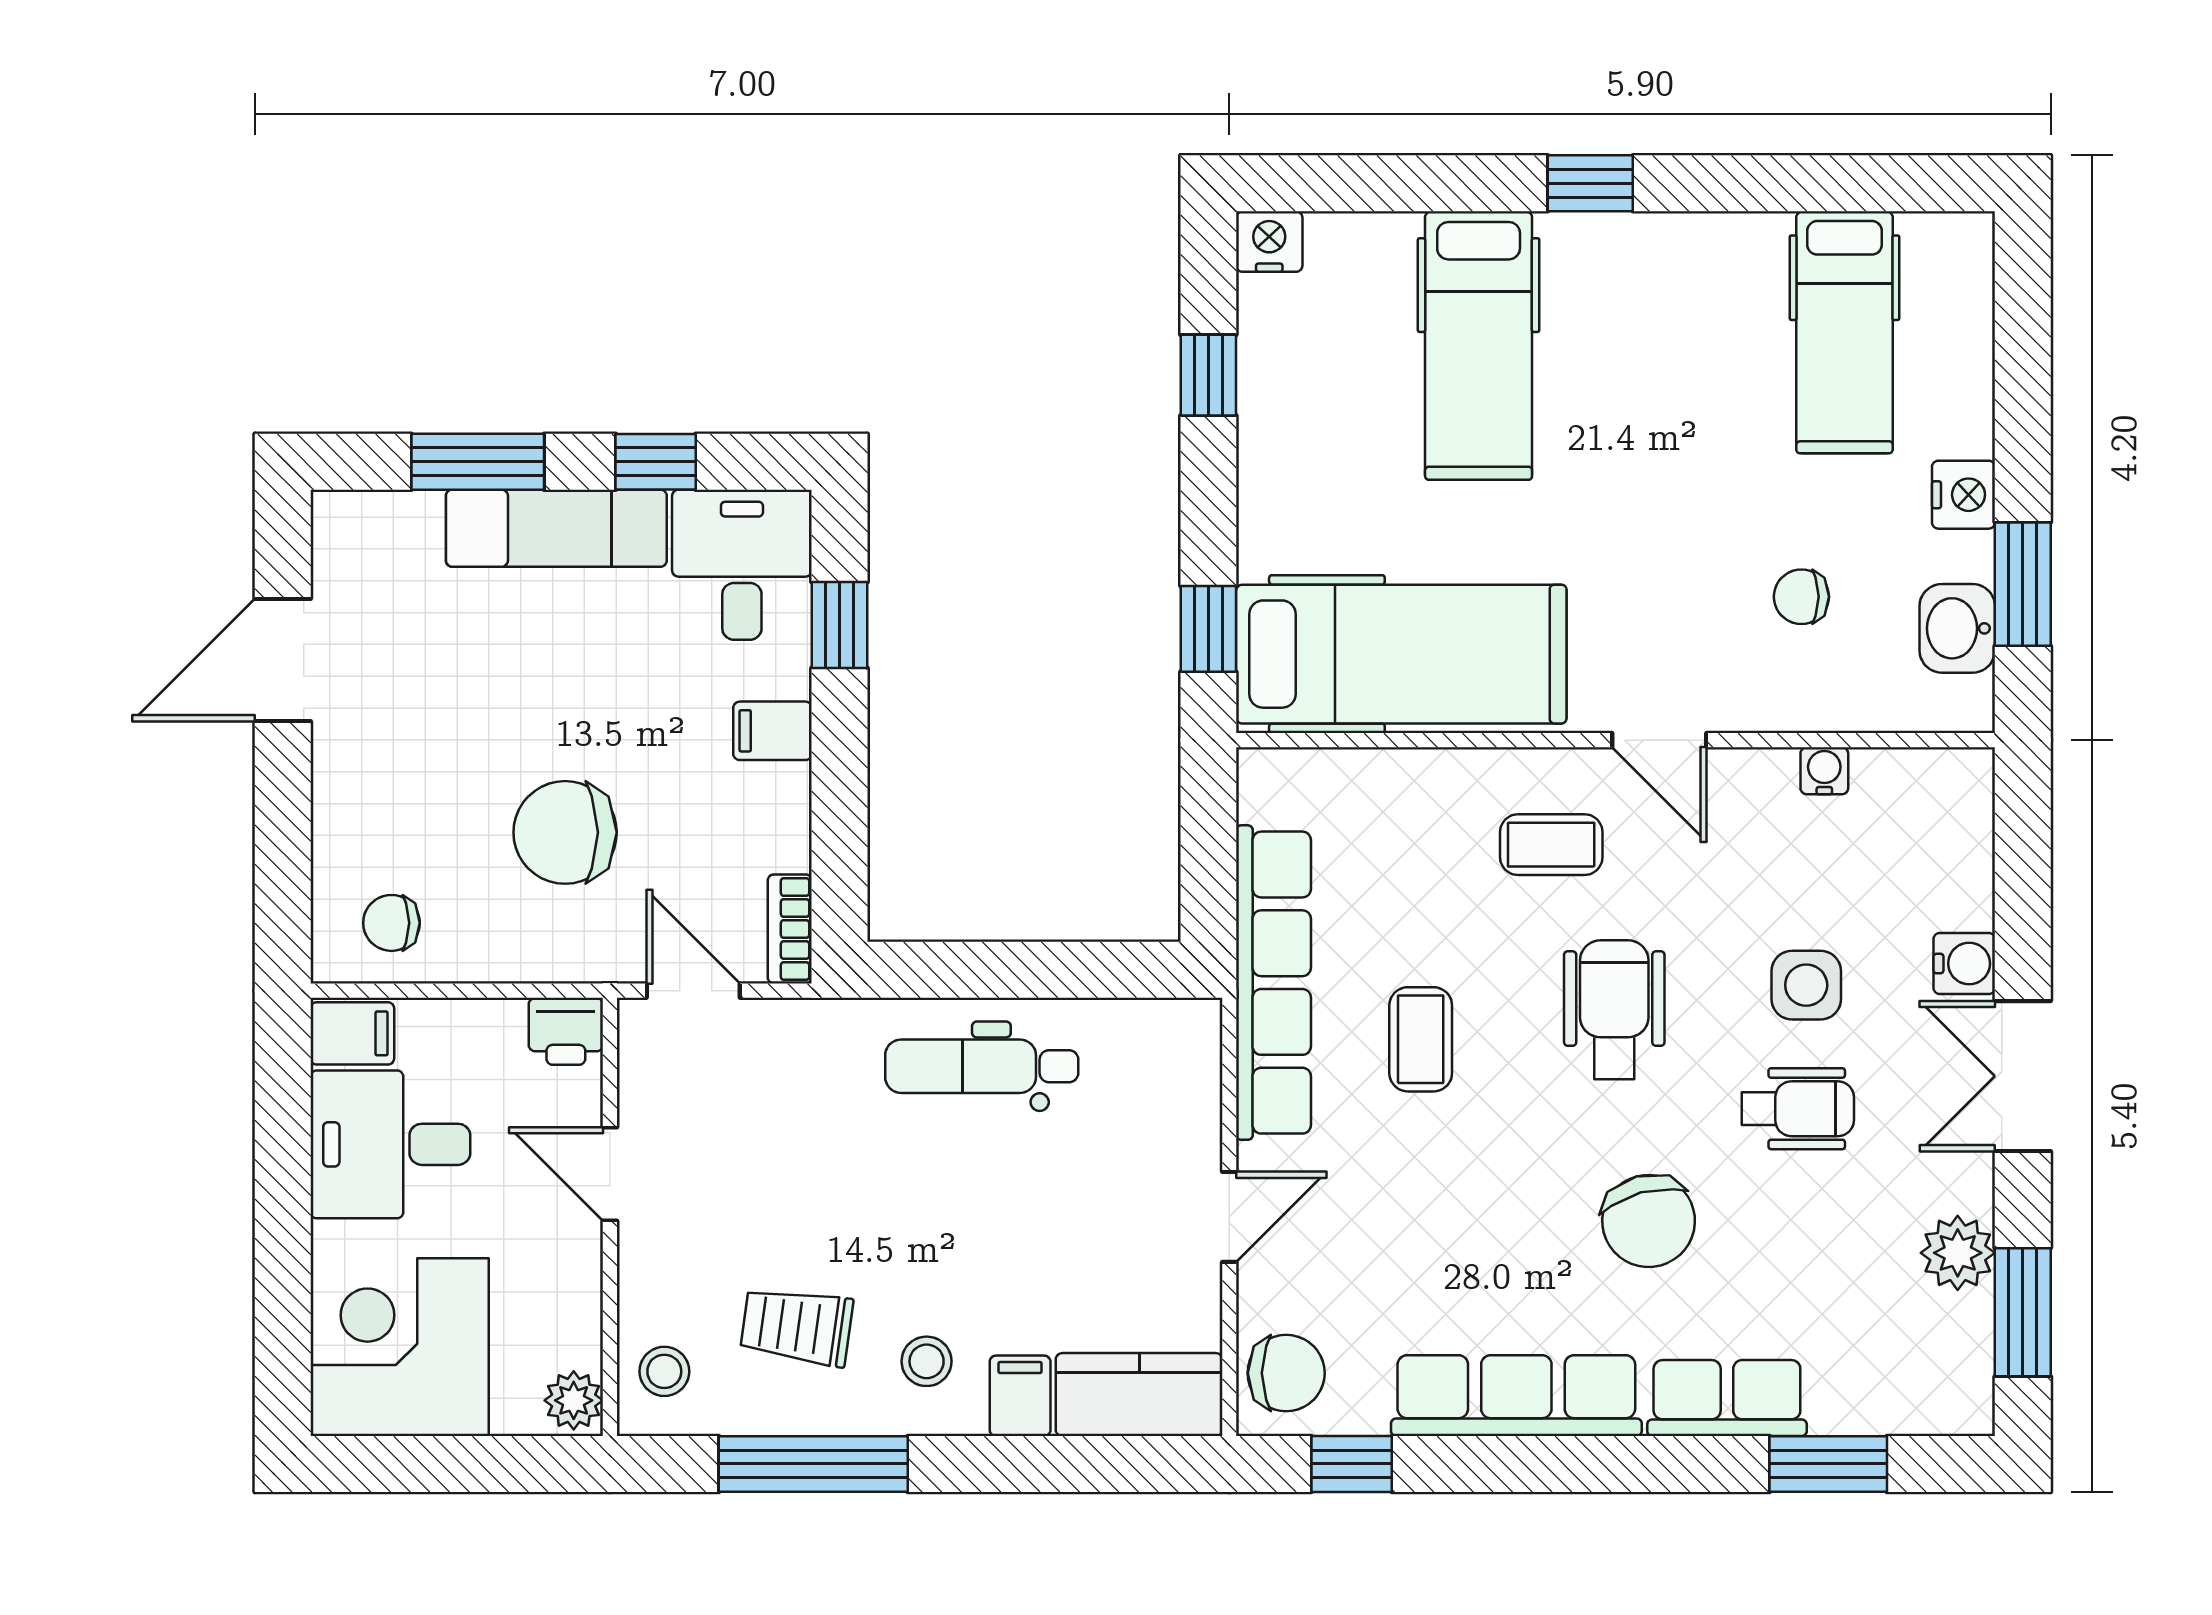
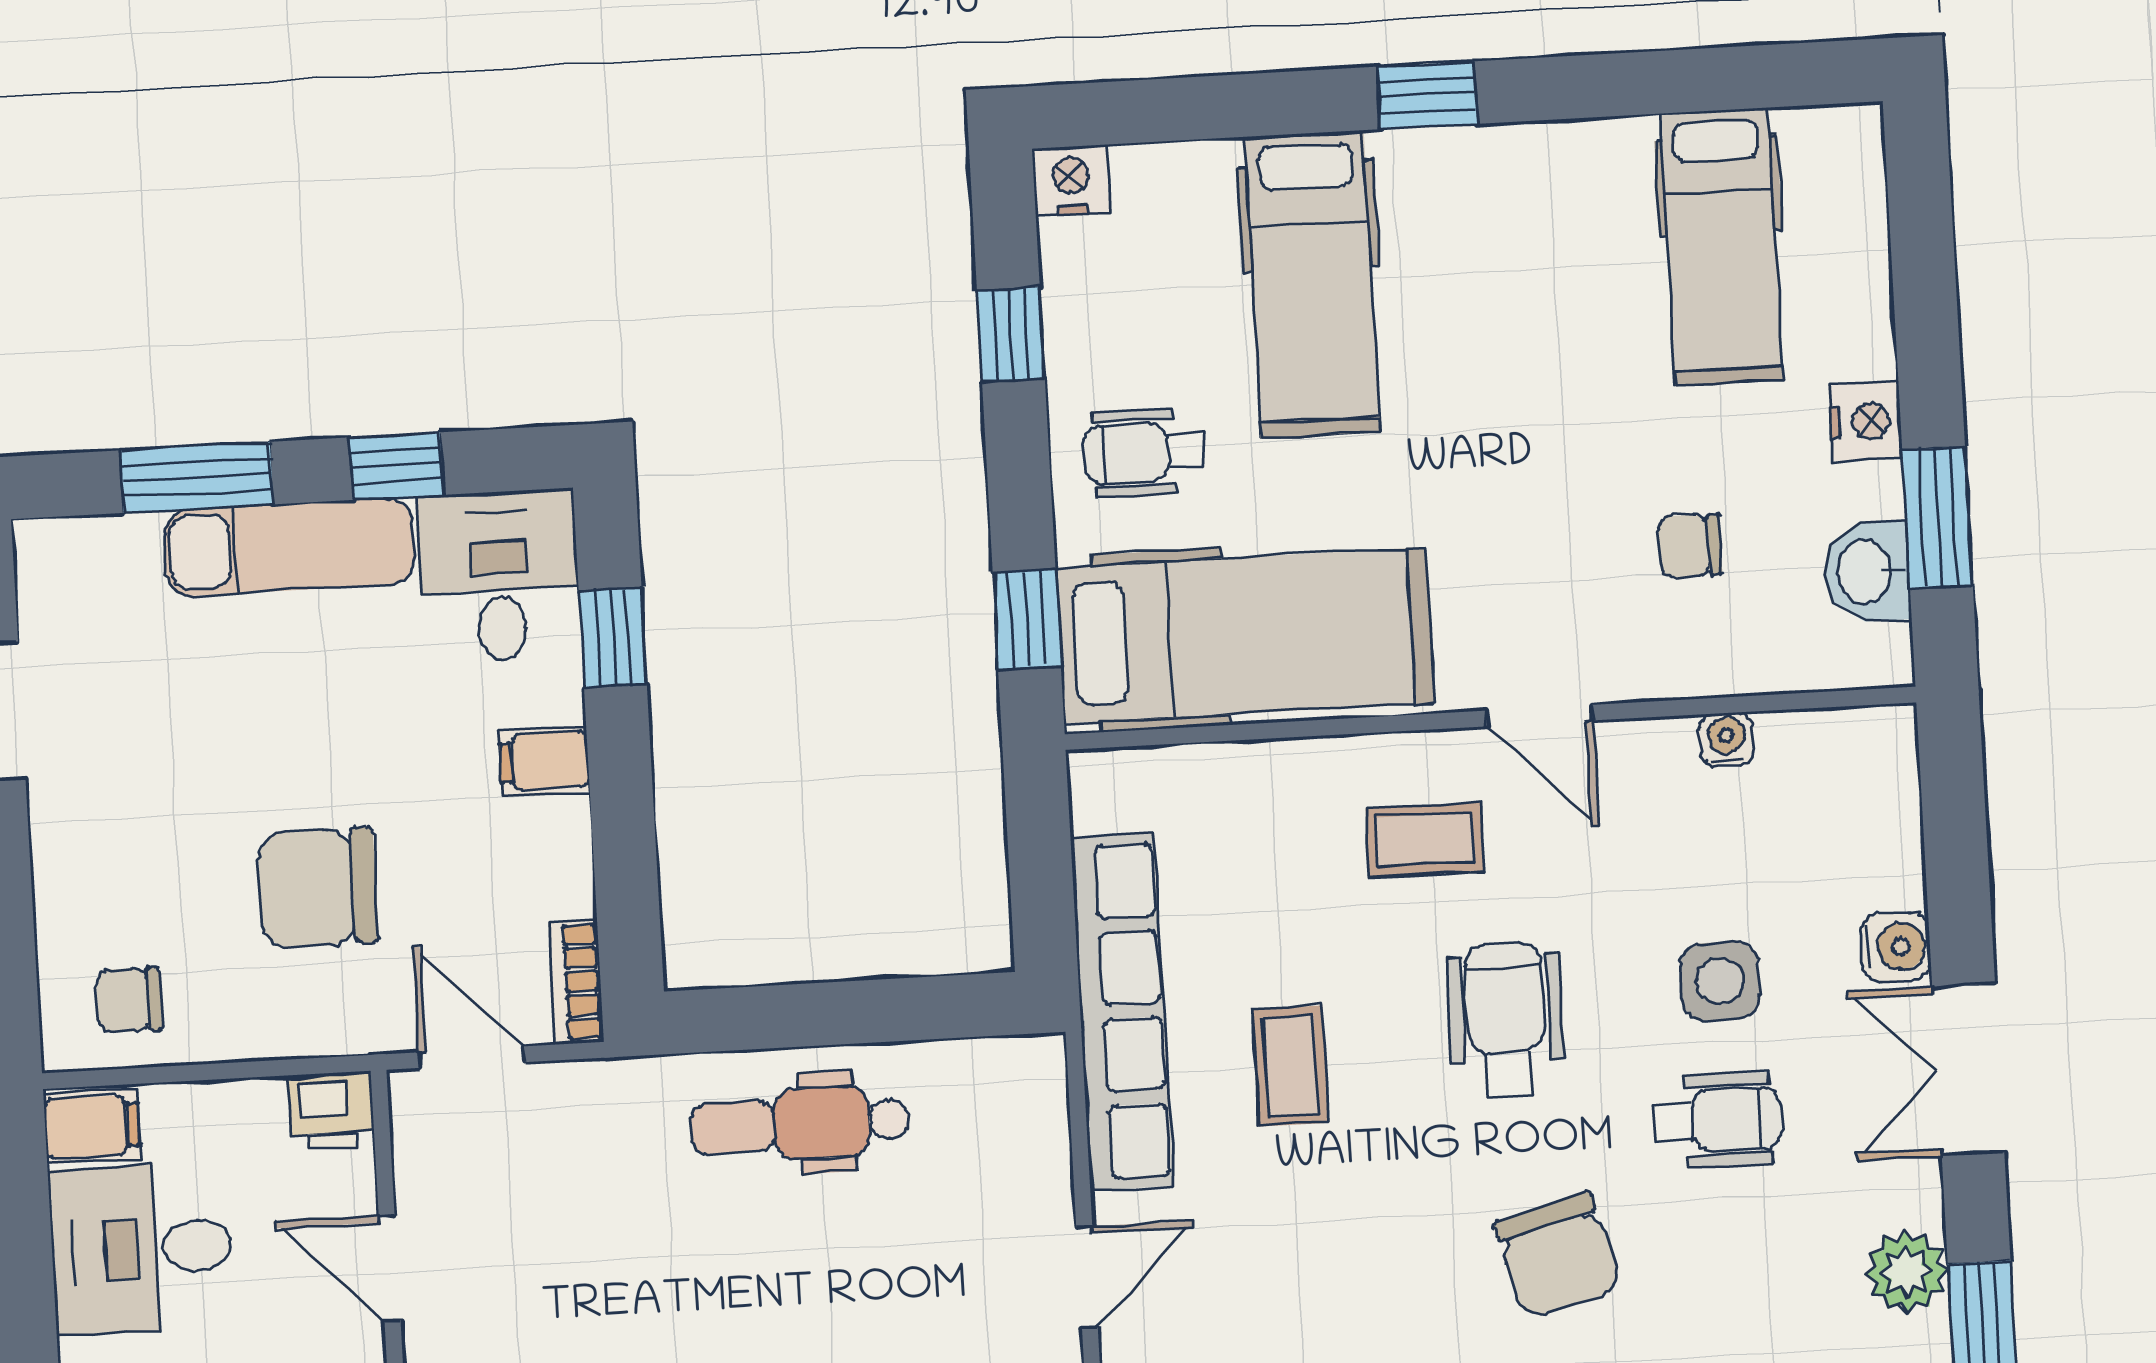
wheelchair: (1321, 487) -> (1144, 453), added

